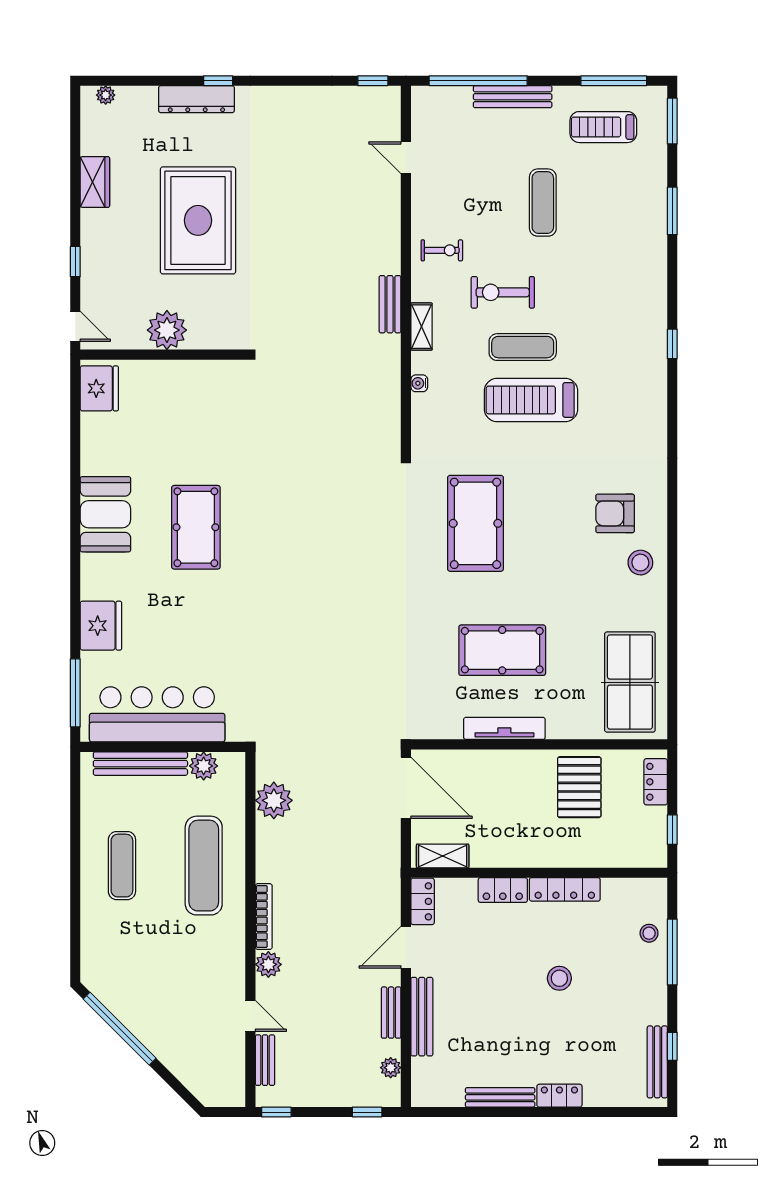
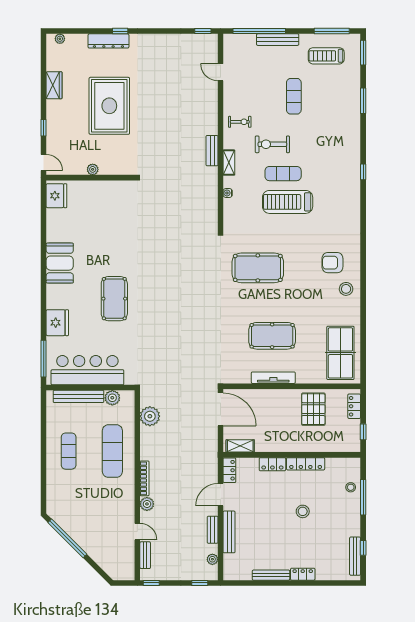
plant: (167, 330) -> (93, 169), width x0.53, depth x0.53
pool table: (475, 523) -> (258, 268), turned 90
pool table: (196, 527) -> (114, 299), moved

